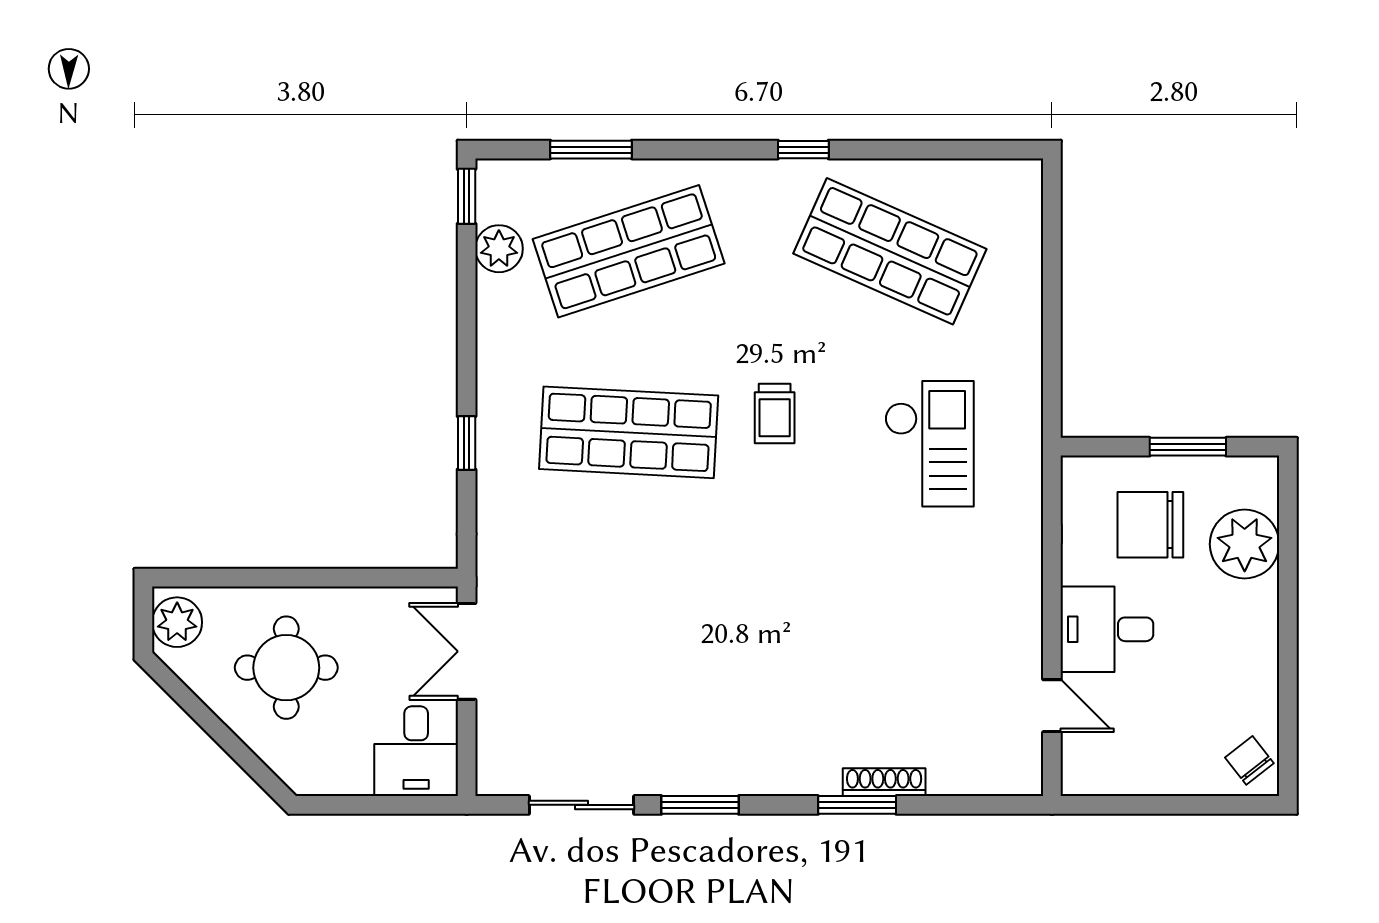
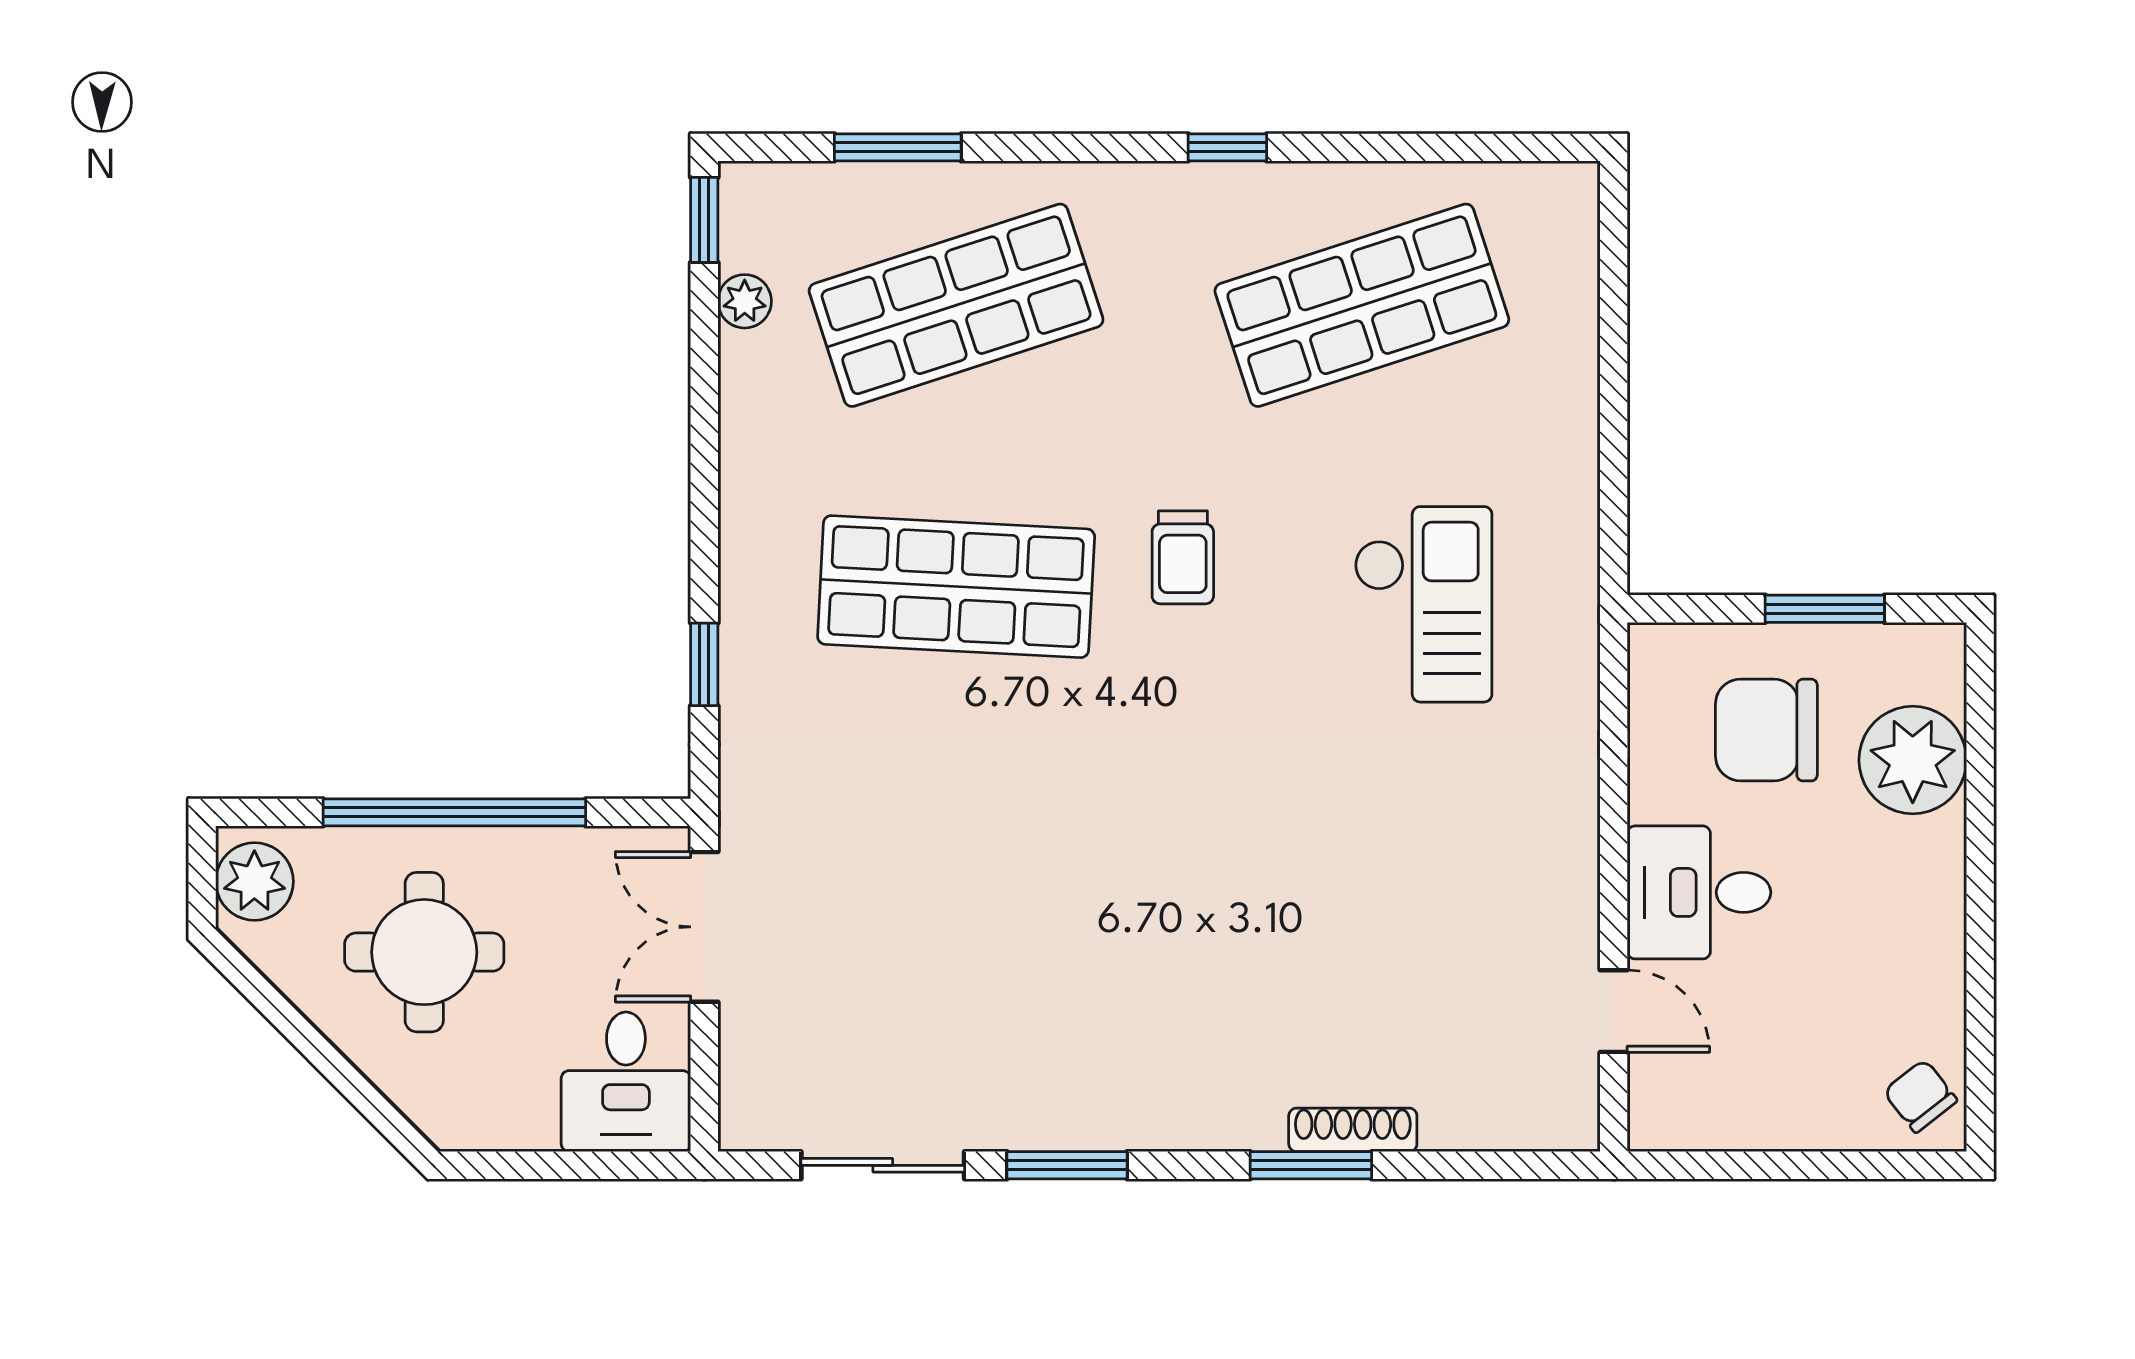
plant: (499, 249) -> (745, 301), width x0.73, depth x0.73
shop shelf: (890, 251) -> (1362, 305), turned -42
window: (467, 443) -> (704, 664), moved
window: (306, 578) -> (454, 812), added

